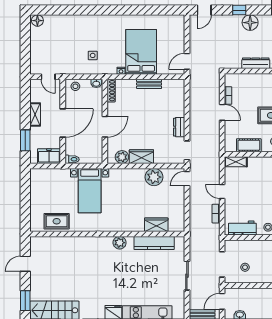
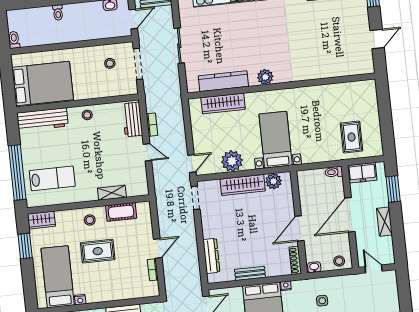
door: (222, 112) -> (158, 248), swing flipped
door: (105, 127) -> (299, 228), moved
dresser: (179, 127) -> (211, 256), moved, width x1.44
wardrobe: (141, 157) -> (243, 185), width x1.50
shelving: (236, 162) -> (112, 193), moved
bed with nightstands: (90, 191) -> (276, 140), moved
rug: (57, 221) -> (352, 137), moved, turned 90
wardrobe: (156, 225) -> (223, 103), width x1.50
workbench: (242, 228) -> (132, 119), moved, turned 90

